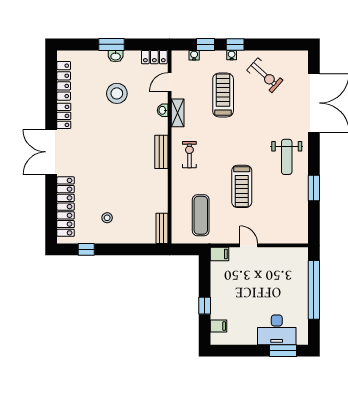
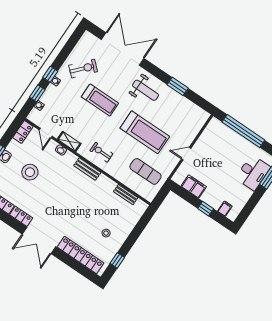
treadmill: (223, 95) -> (100, 100), moved, turned 180
treadmill: (242, 186) -> (145, 132), width x1.37, depth x1.38
bench: (162, 228) -> (126, 195), moved
filing cabinet: (219, 254) -> (194, 187), moved, width x2.00

